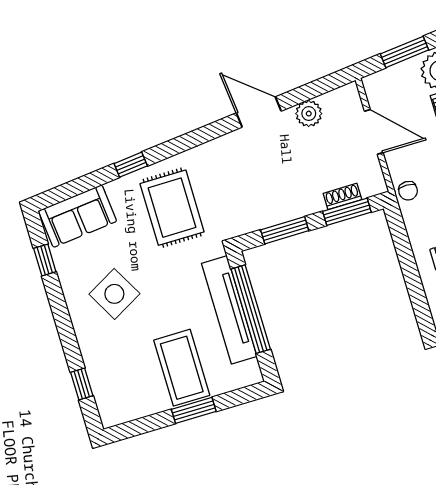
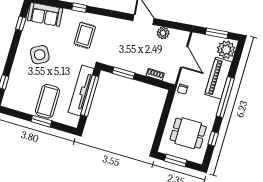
rug: (172, 208) -> (85, 35), width x0.73, depth x0.70
window: (347, 212) -> (153, 82), removed

